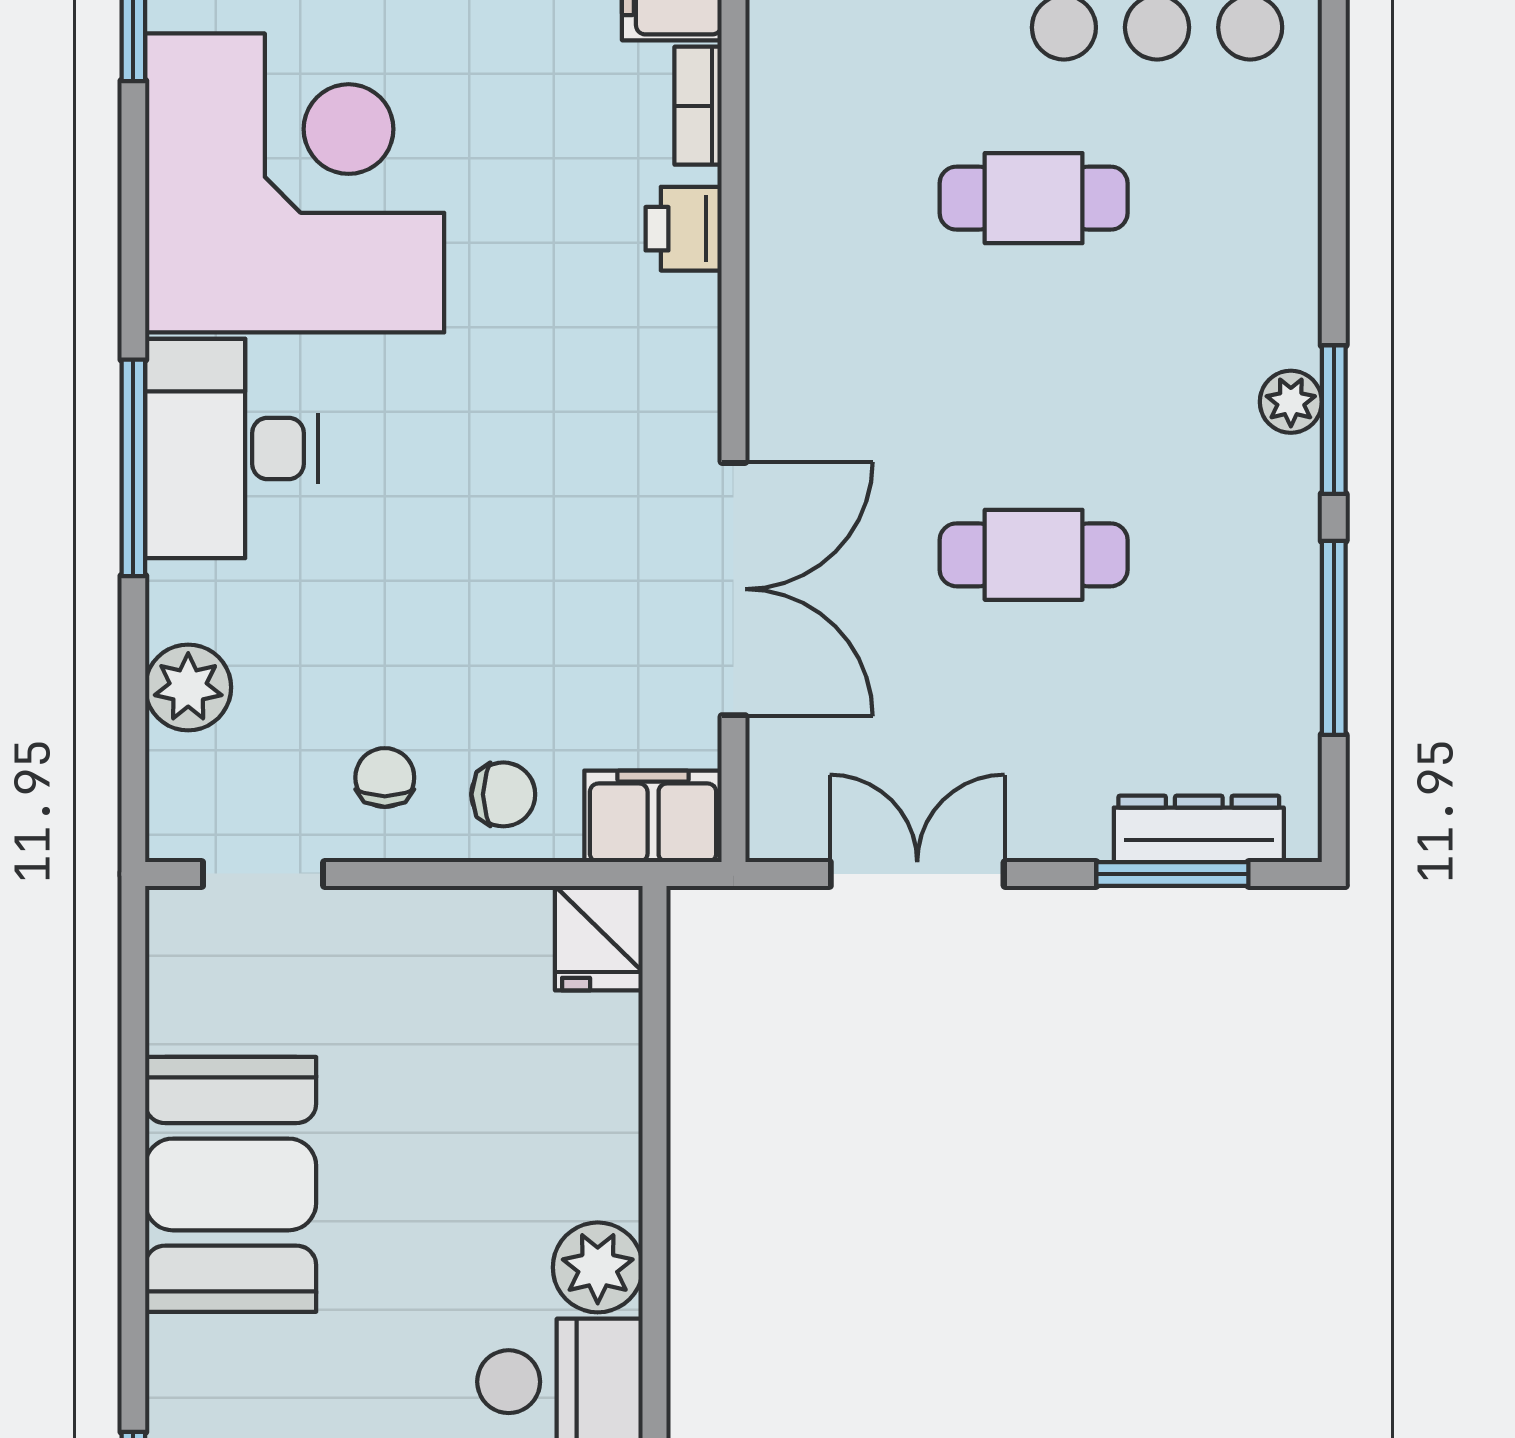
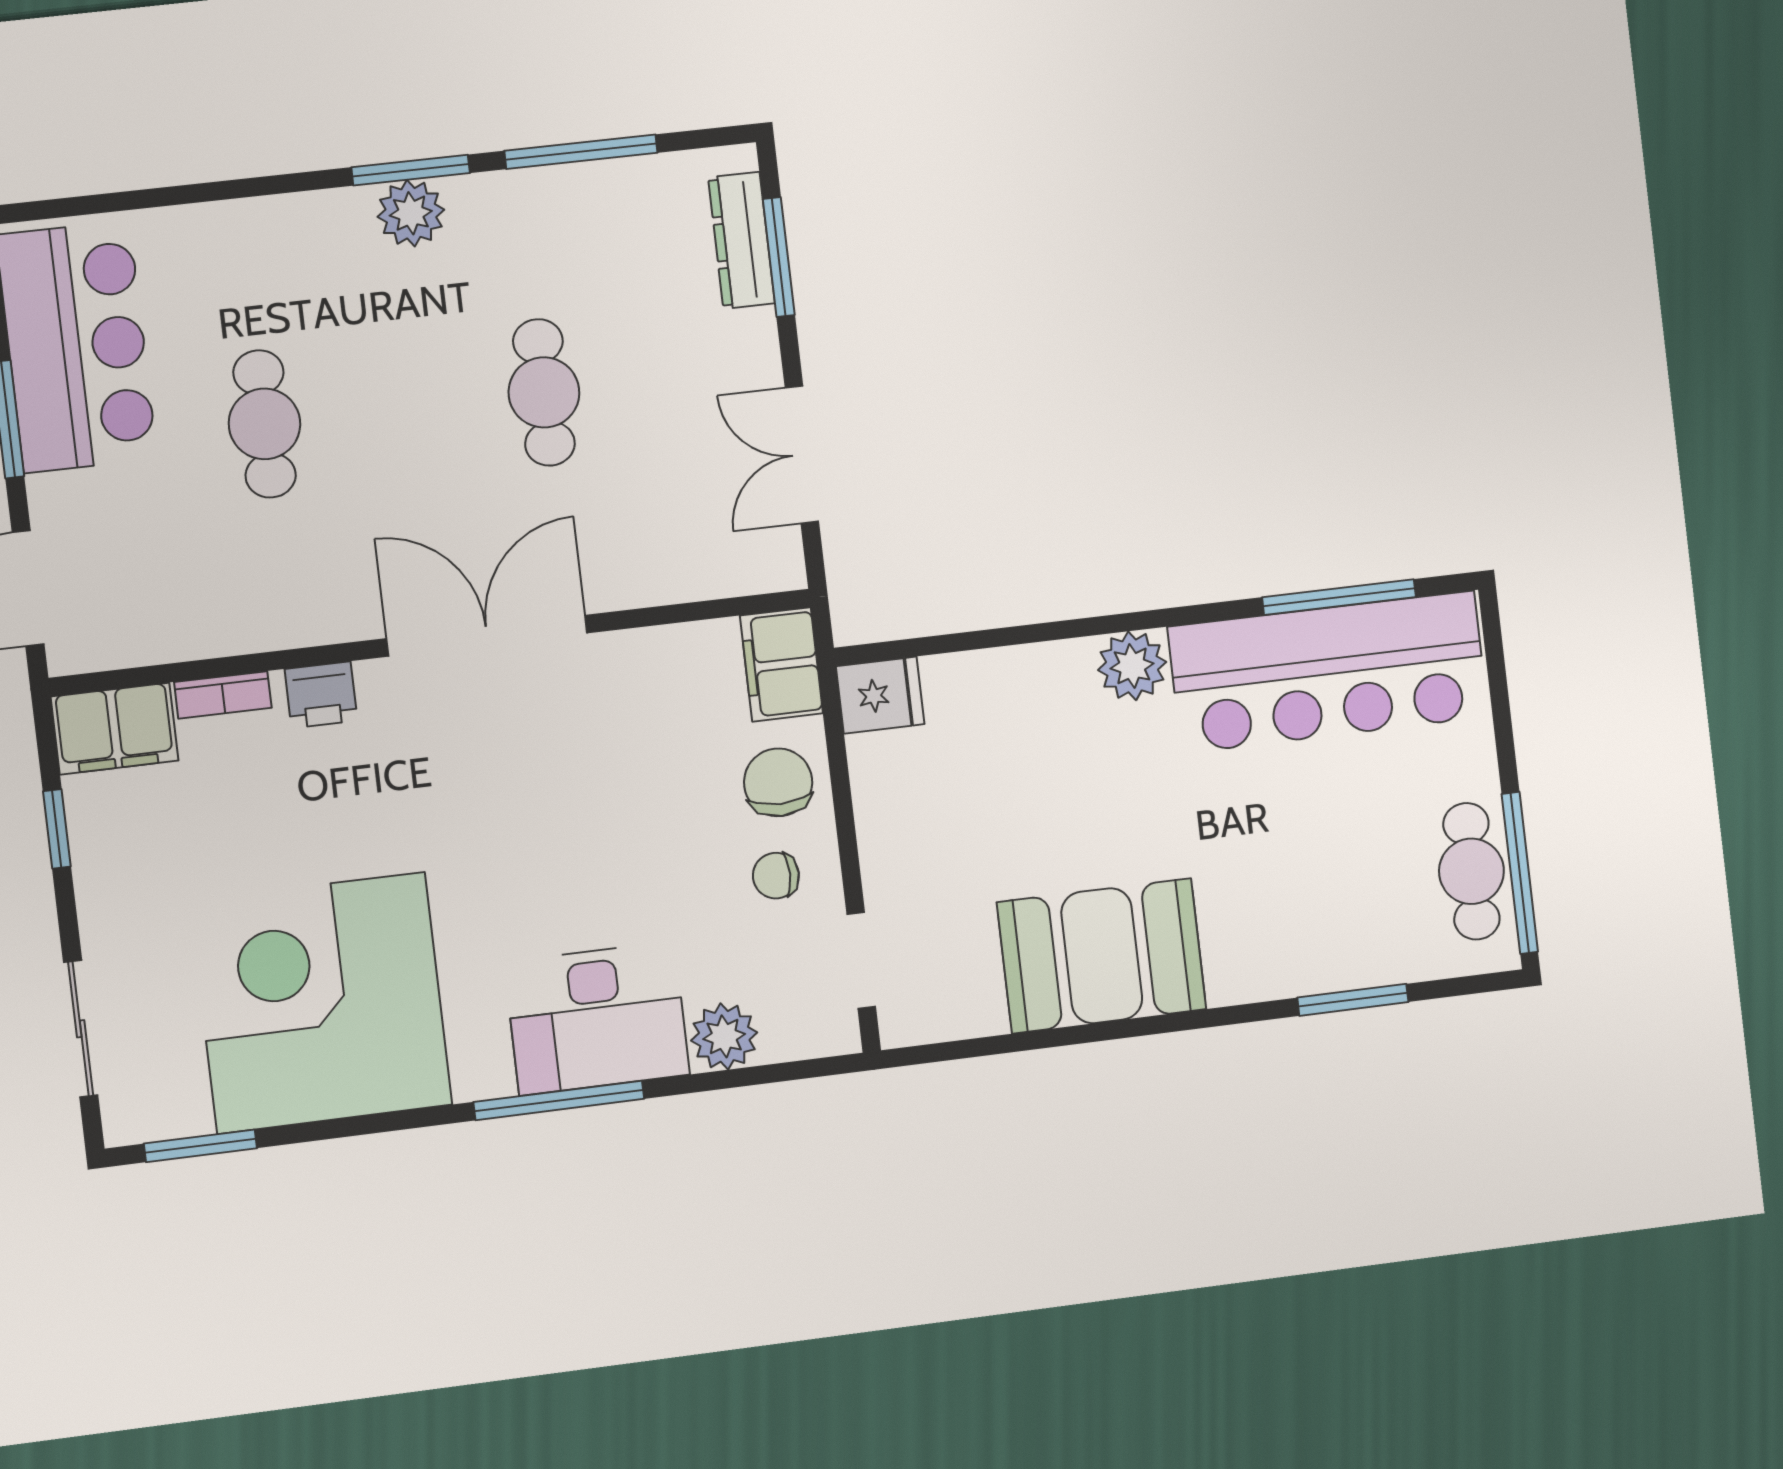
plant: (1291, 402) -> (411, 213), width x1.38, depth x1.38
desk: (231, 448) -> (597, 1018), moved
double door: (734, 589) -> (487, 636), moved
chair: (503, 794) -> (778, 782), width x1.37, depth x1.37

